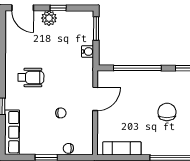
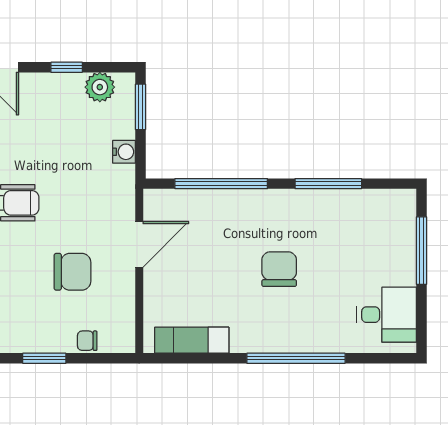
plant: (49, 18) -> (100, 87), moved
chair: (61, 113) -> (72, 272), width x1.87, depth x1.87

